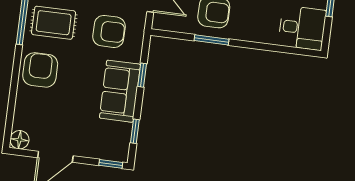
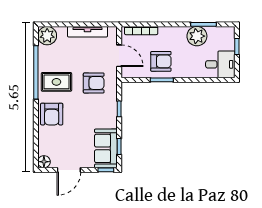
armchair: (40, 70) -> (52, 114), turned 180
sofa: (120, 91) -> (106, 148), moved

